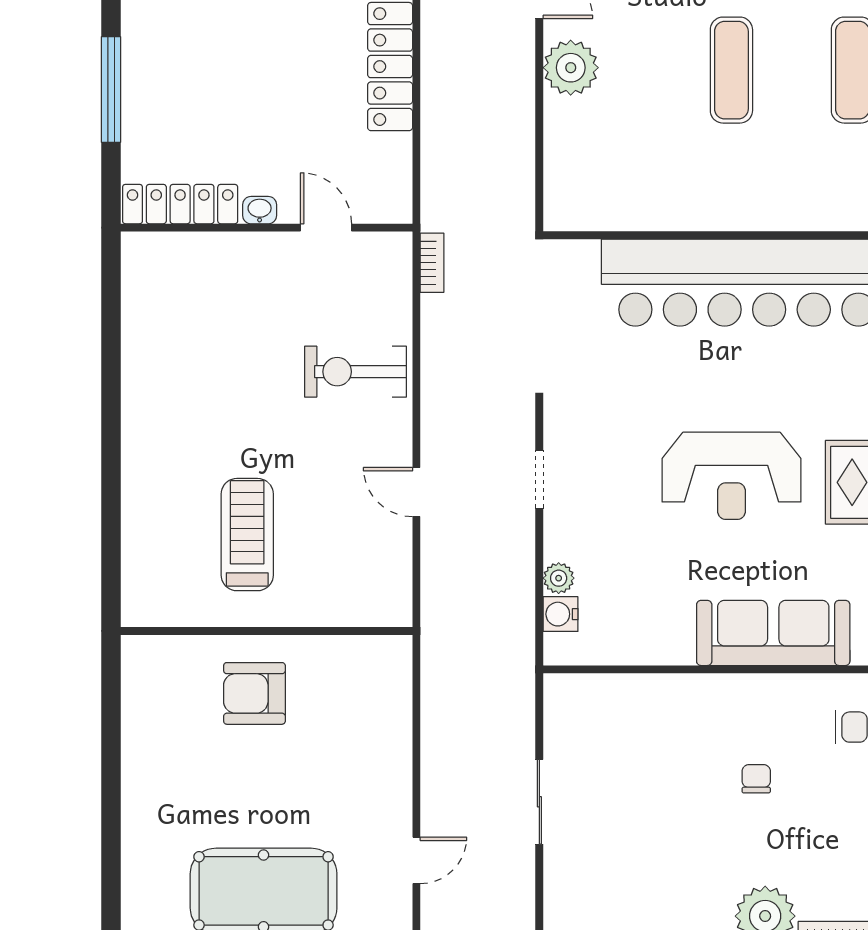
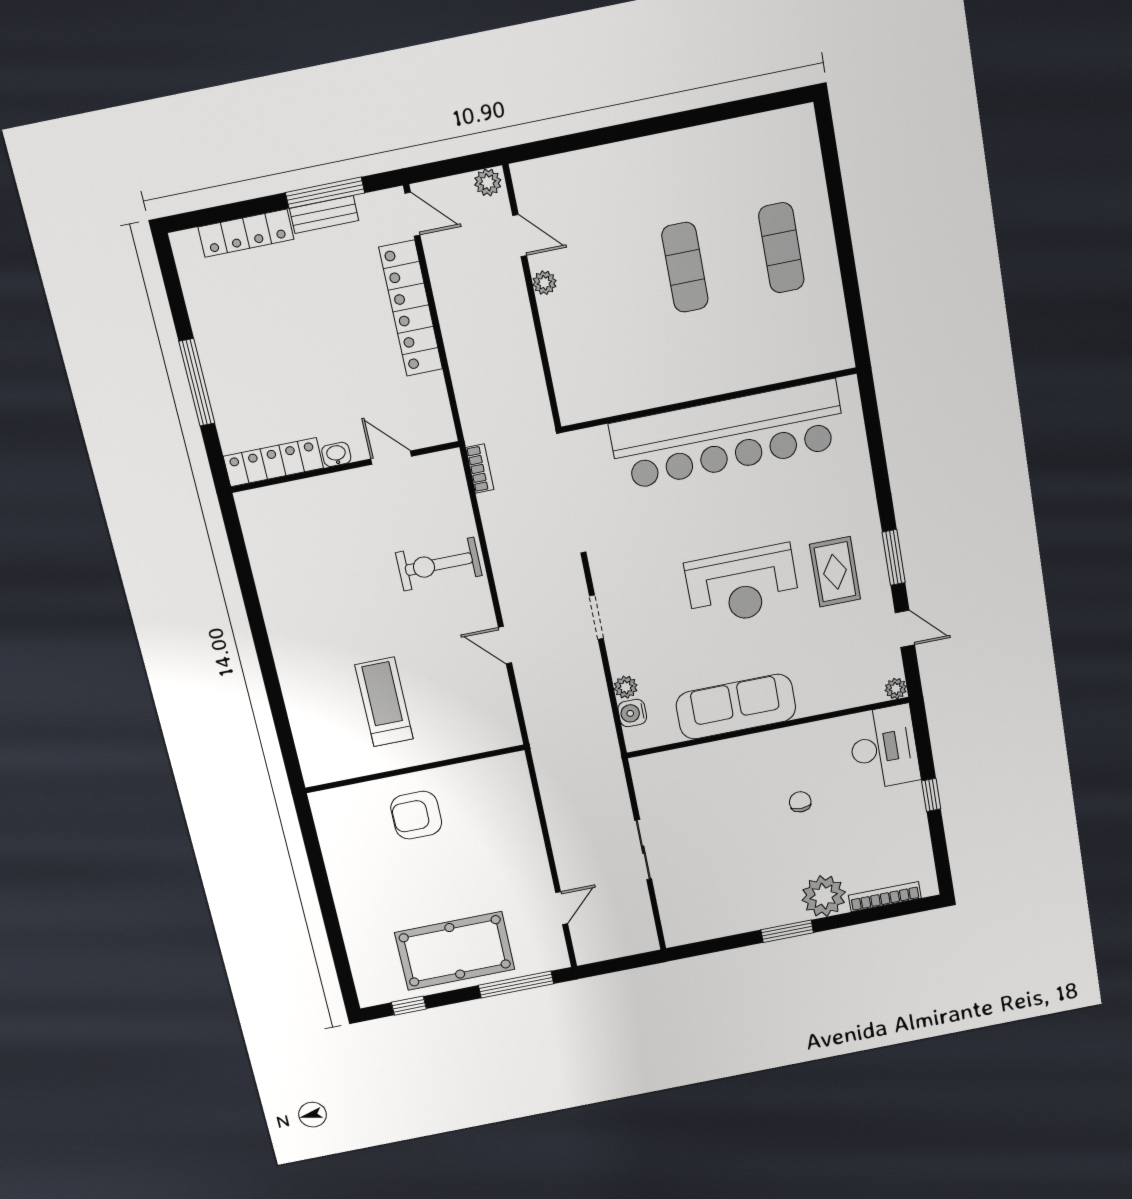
plant: (571, 68) -> (544, 283), width x0.53, depth x0.53
sofa: (773, 633) -> (736, 707), moved

